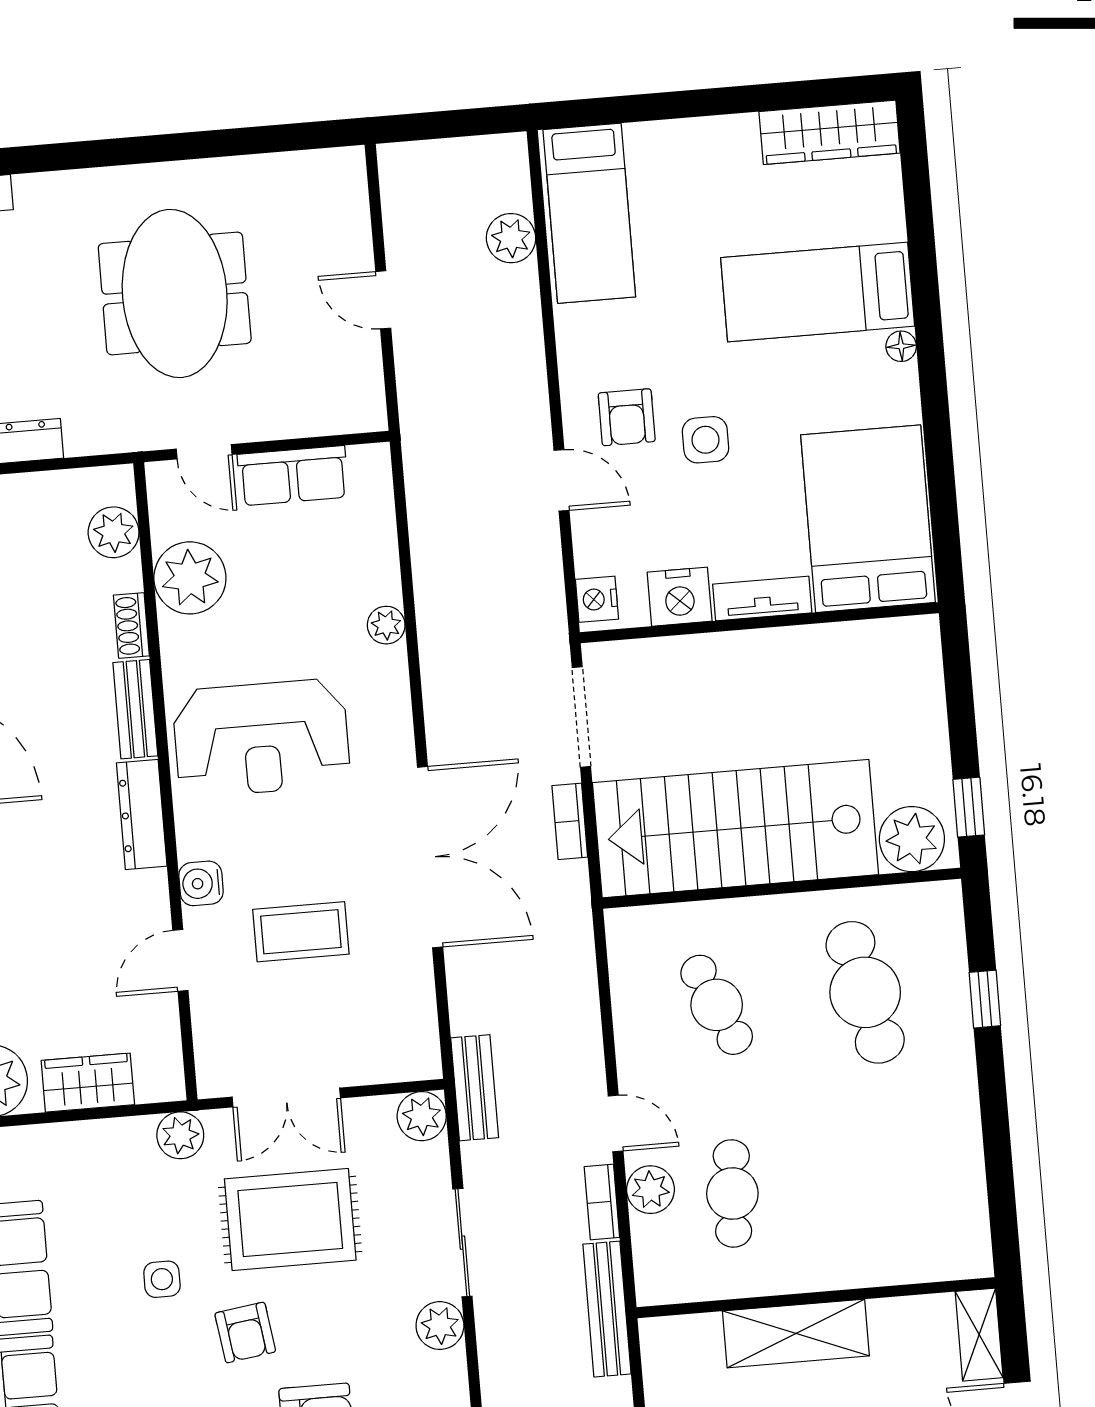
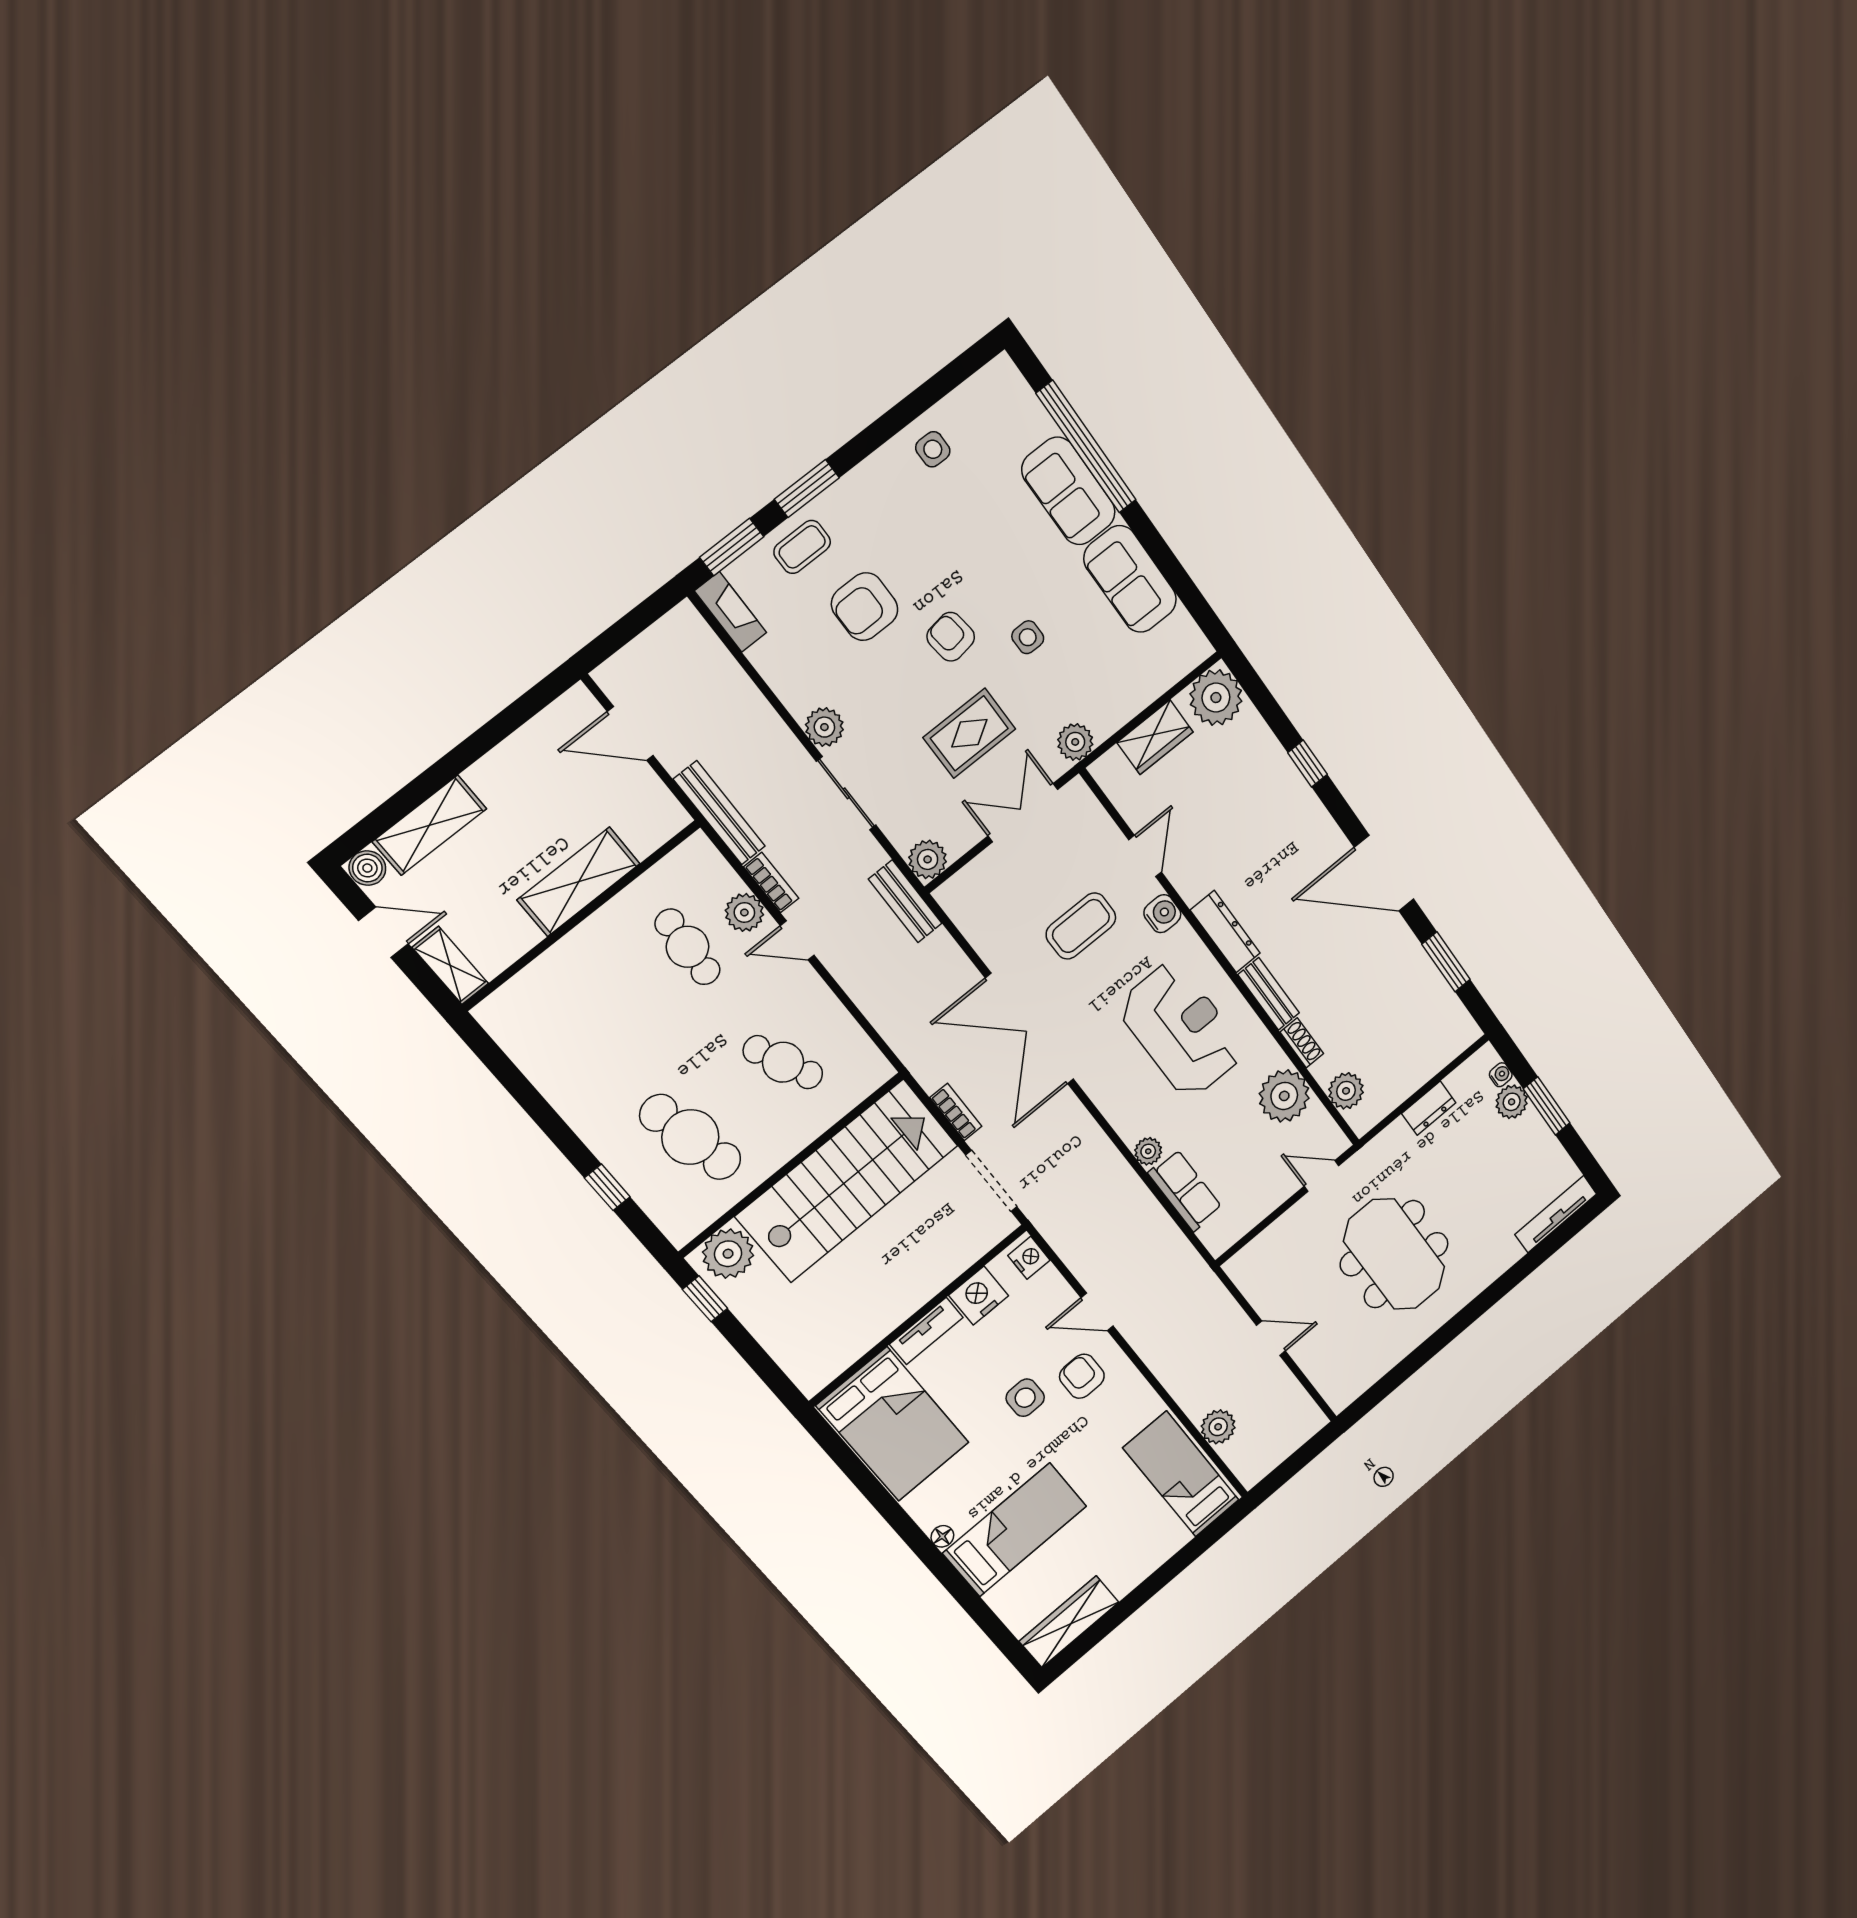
row of seats: (293, 476) -> (1185, 1190), moved, turned 90
reception desk: (261, 738) -> (1181, 1030), turned 90
rug: (290, 1220) -> (969, 733), width x0.73, depth x0.70

